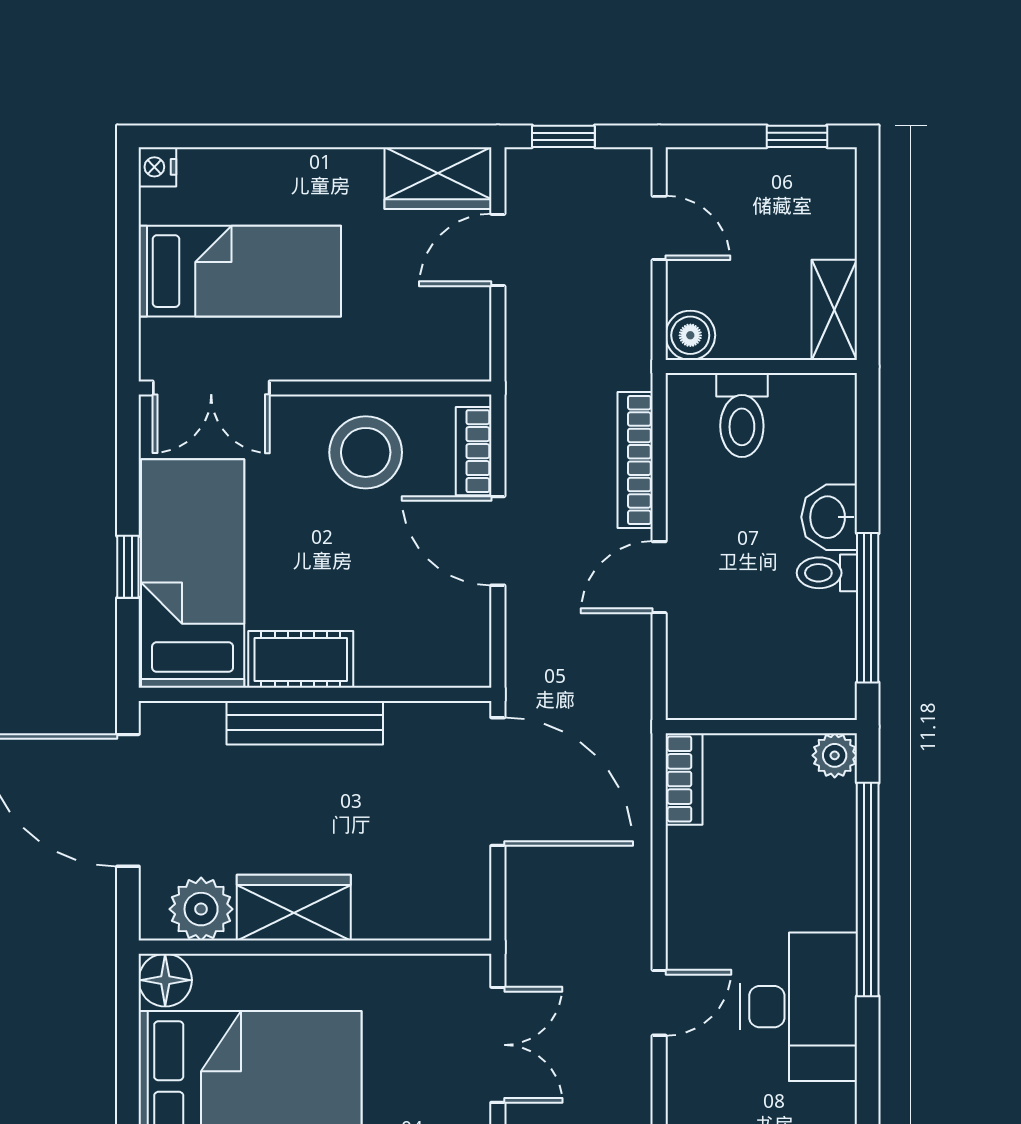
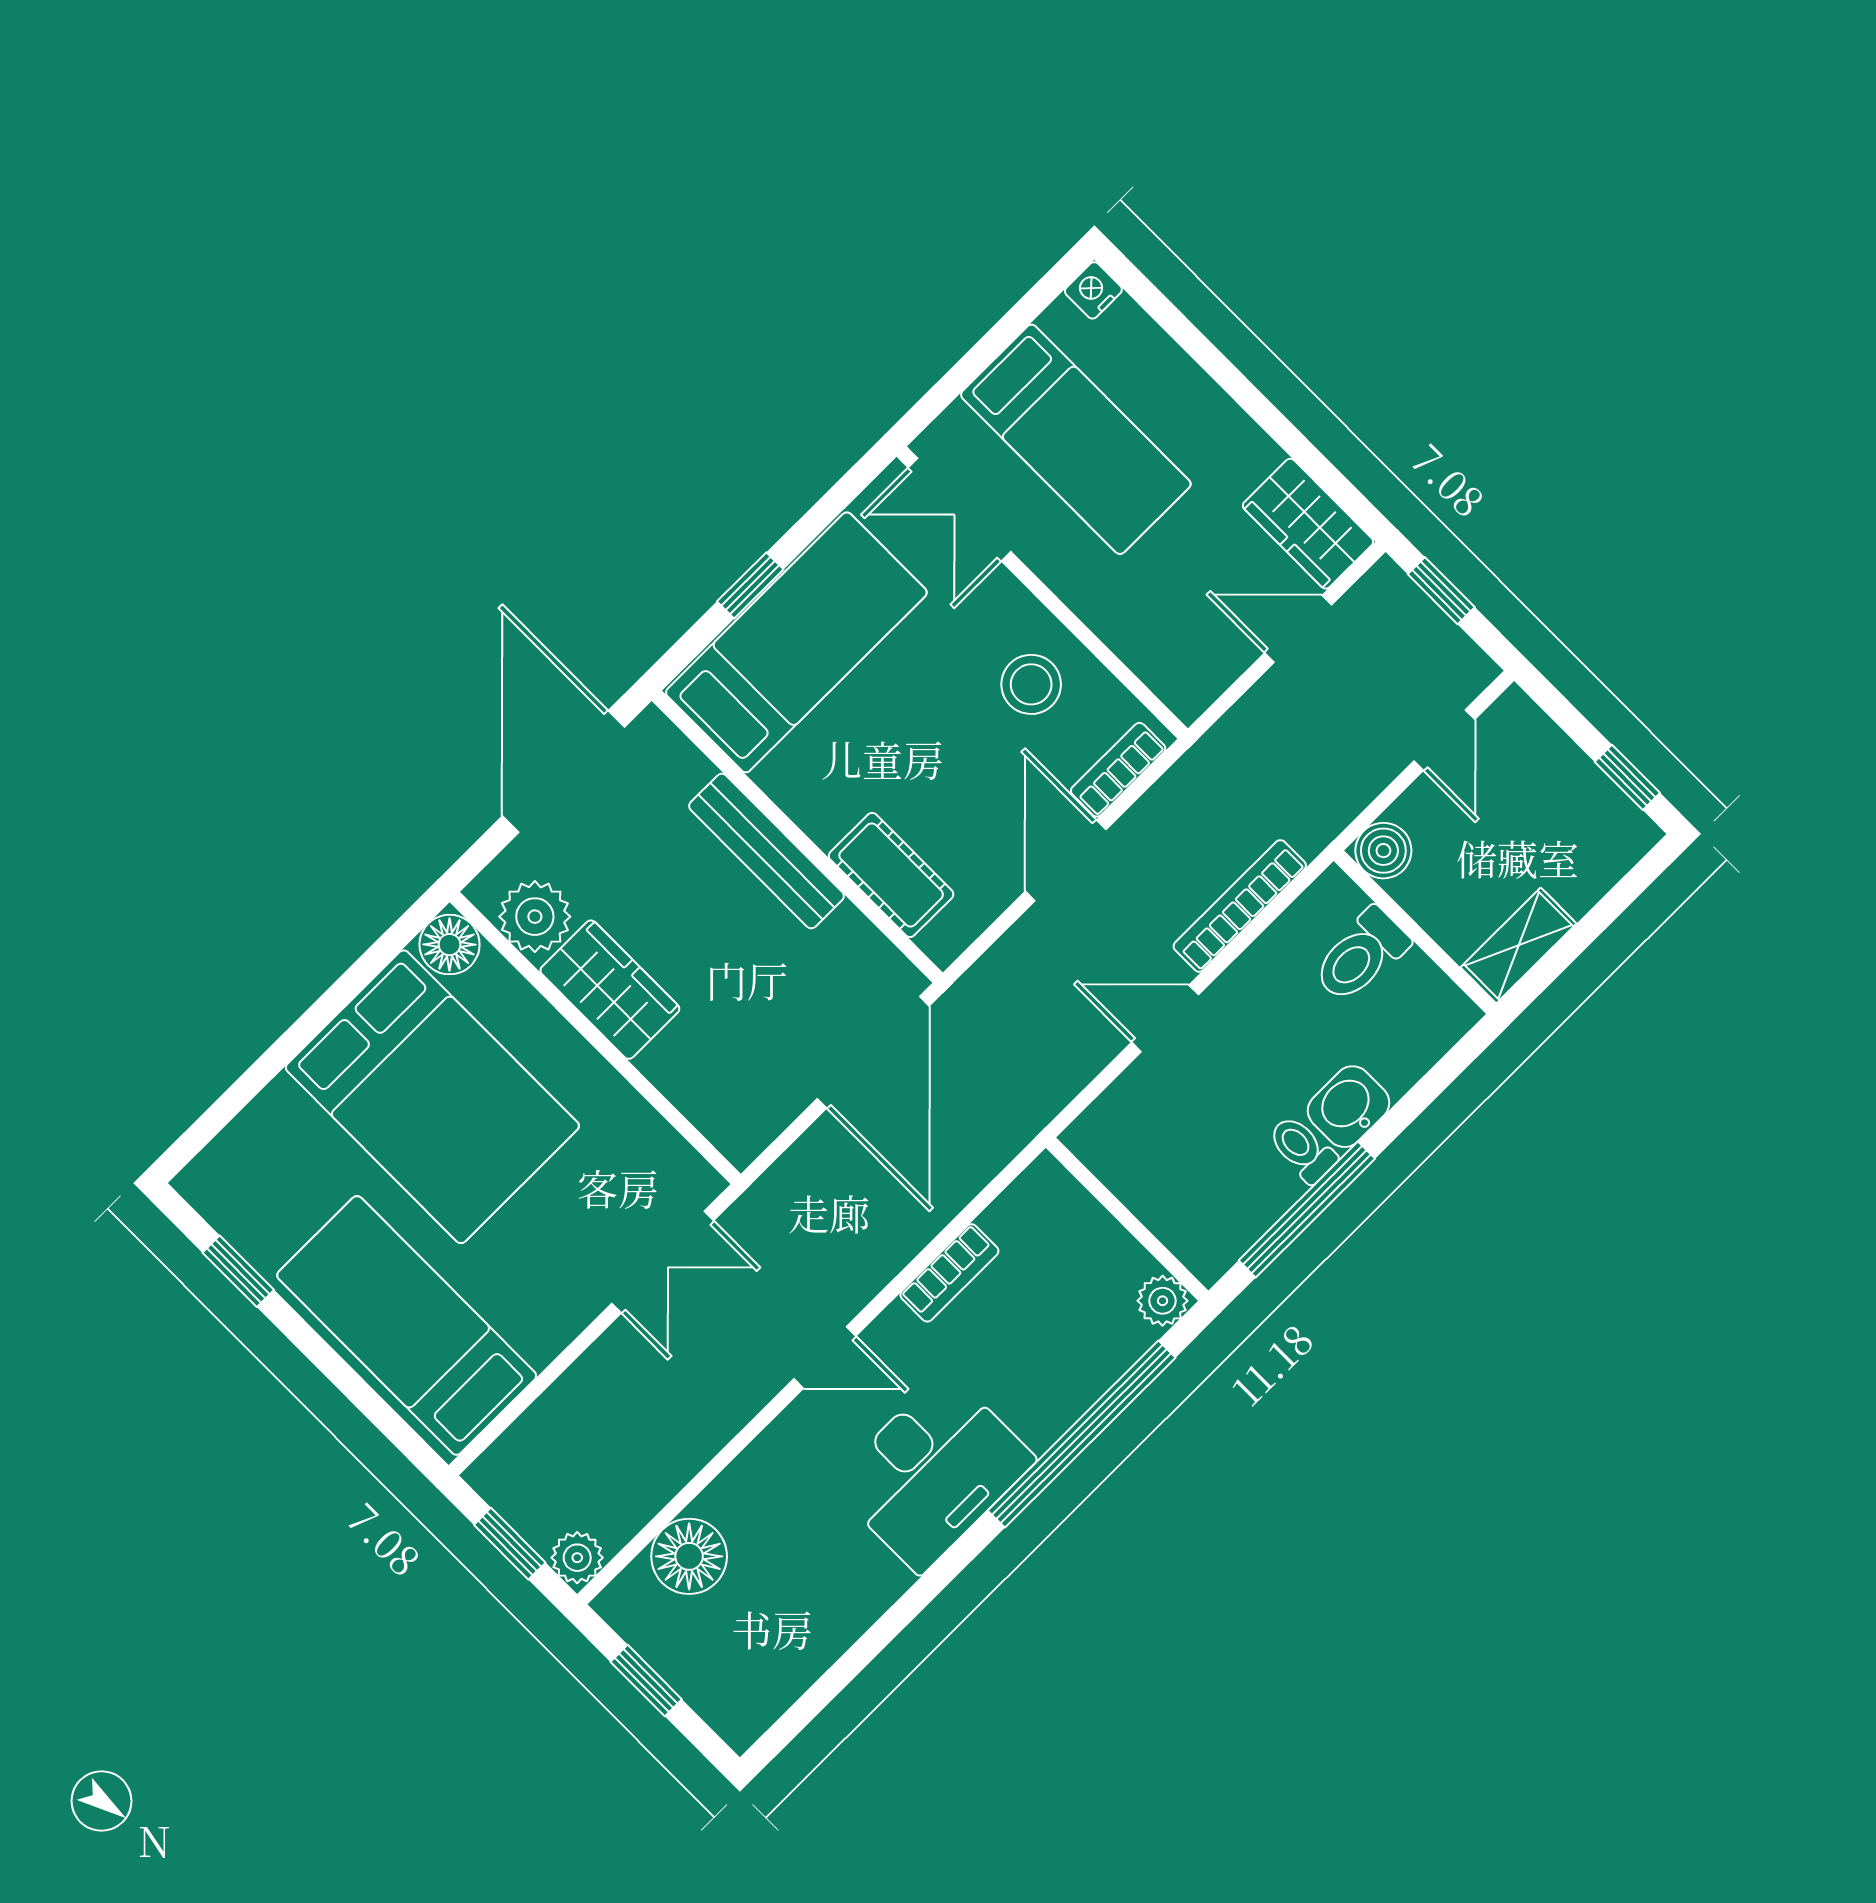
stool: (366, 452) -> (1031, 684), width x0.73, depth x0.73
cot: (301, 659) -> (891, 875), moved
bookcase: (684, 779) -> (949, 1273), moved

